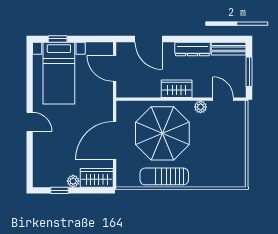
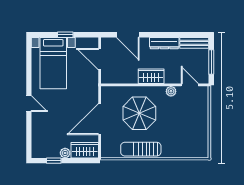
window: (58, 39) -> (65, 35), moved
parasol: (162, 133) -> (139, 113), width x0.73, depth x0.73

